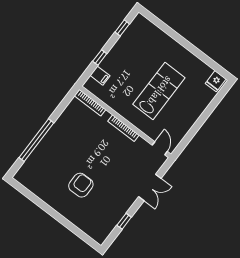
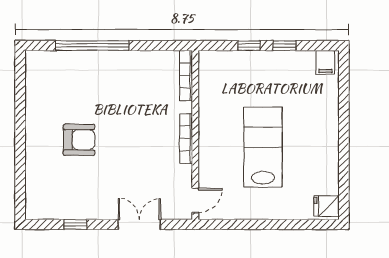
window: (122, 28) -> (284, 46), moved
filing cabinet: (100, 76) -> (325, 62), moved
lab bench: (159, 91) -> (263, 147), turned -90
double door: (150, 187) -> (139, 224), swing flipped

